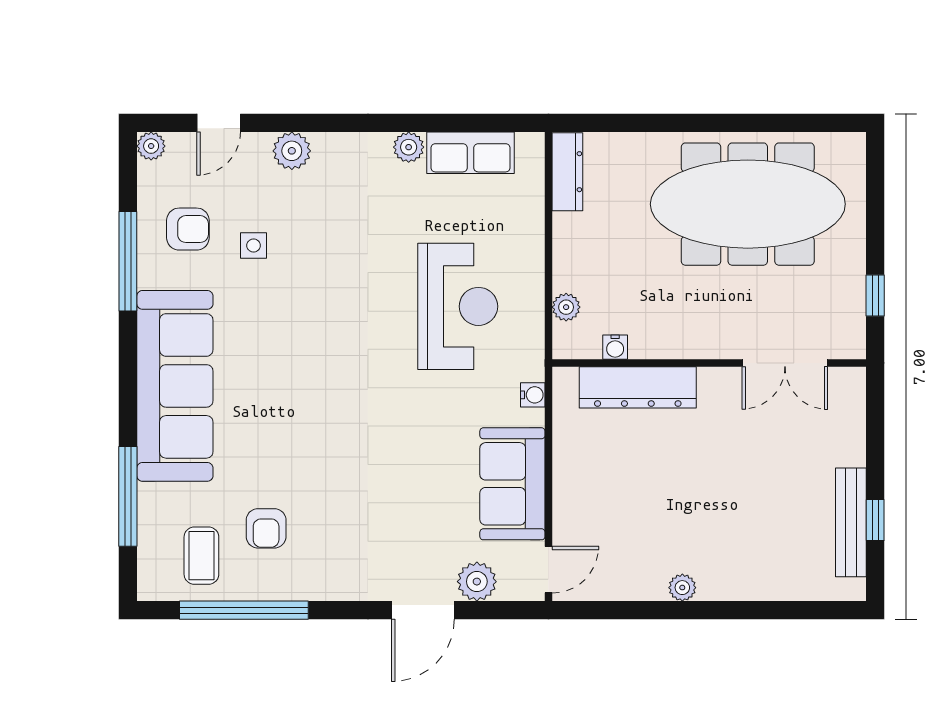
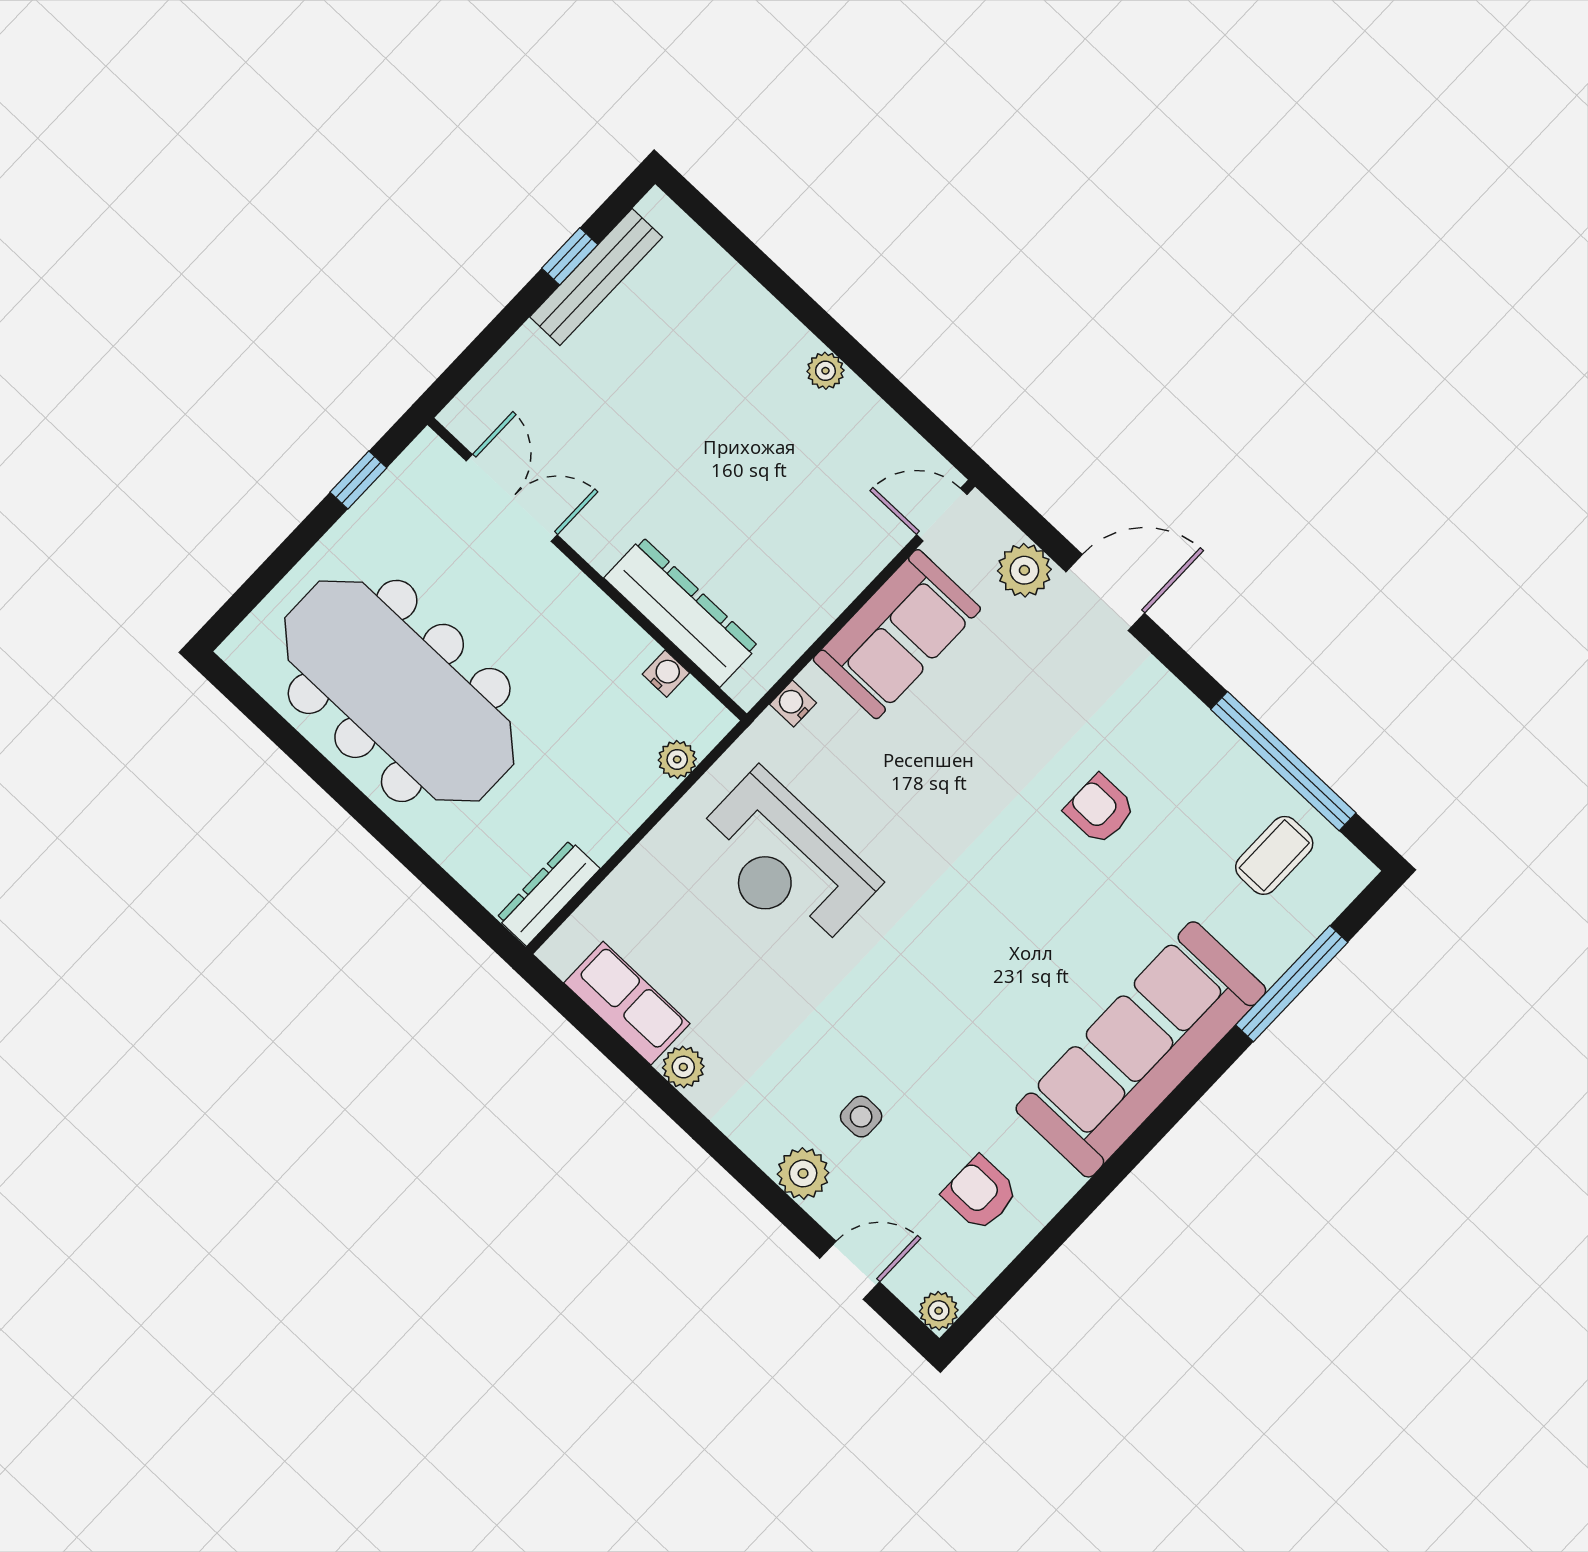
side table: (254, 246) -> (861, 1117), moved
window: (128, 261) -> (1070, 1218), removed
reception desk: (458, 306) -> (784, 862), turned -90
armchair: (266, 528) -> (1100, 809), moved, turned -90

